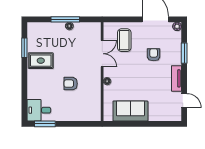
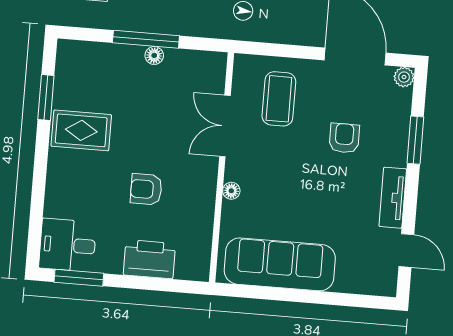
double door: (102, 54) -> (225, 126), swing flipped
sofa: (130, 111) -> (280, 264), width x1.36
printer: (74, 113) -> (149, 259), added

